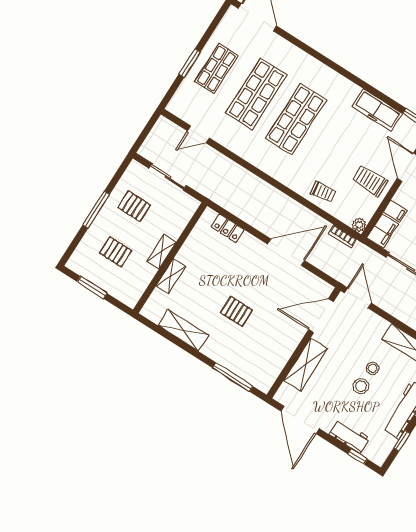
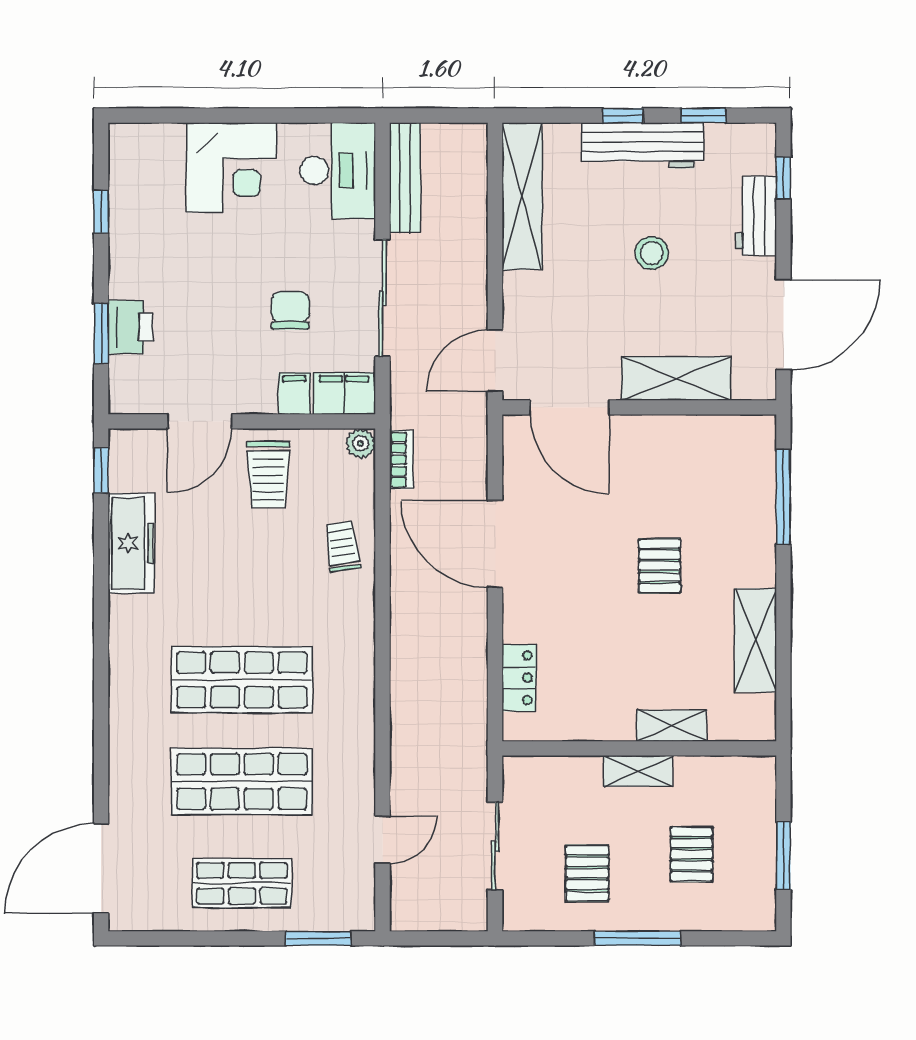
window: (189, 63) -> (318, 938), moved
door: (198, 134) -> (382, 840), hinge flipped
stool: (373, 368) -> (606, 253), removed

